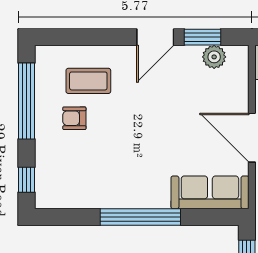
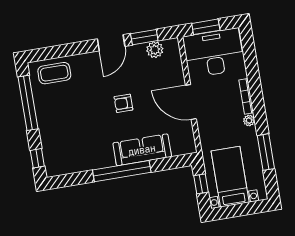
coffee table: (88, 81) -> (54, 73), moved
armchair: (74, 118) -> (123, 103), moved
sofa: (210, 192) -> (142, 150), moved

